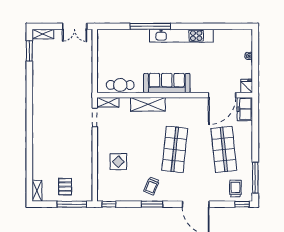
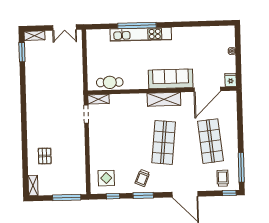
kitchen unit: (181, 36) -> (141, 34), moved
sofa: (167, 83) -> (171, 79), moved
shelving: (148, 104) -> (164, 99), moved
freezer: (245, 109) -> (229, 102), removed
display table: (118, 162) -> (106, 178), moved
pallet: (65, 187) -> (45, 156), moved
window: (109, 204) -> (113, 196), moved

